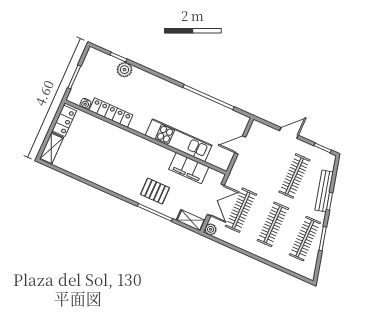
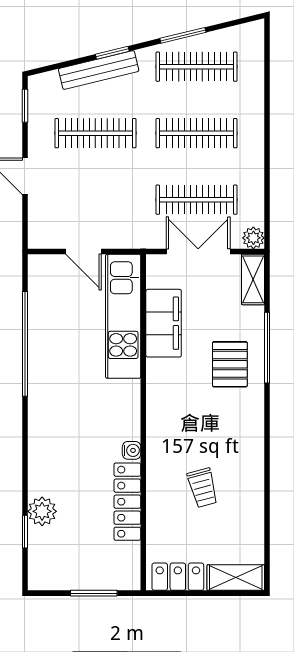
water cooler: (85, 104) -> (132, 450), moved
kitchen unit: (179, 140) -> (123, 316), moved
trolley: (102, 152) -> (203, 488), added

